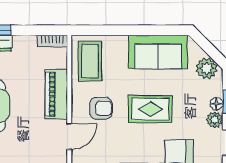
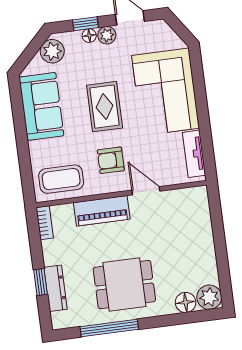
armchair: (101, 108) -> (111, 160), turned -90

